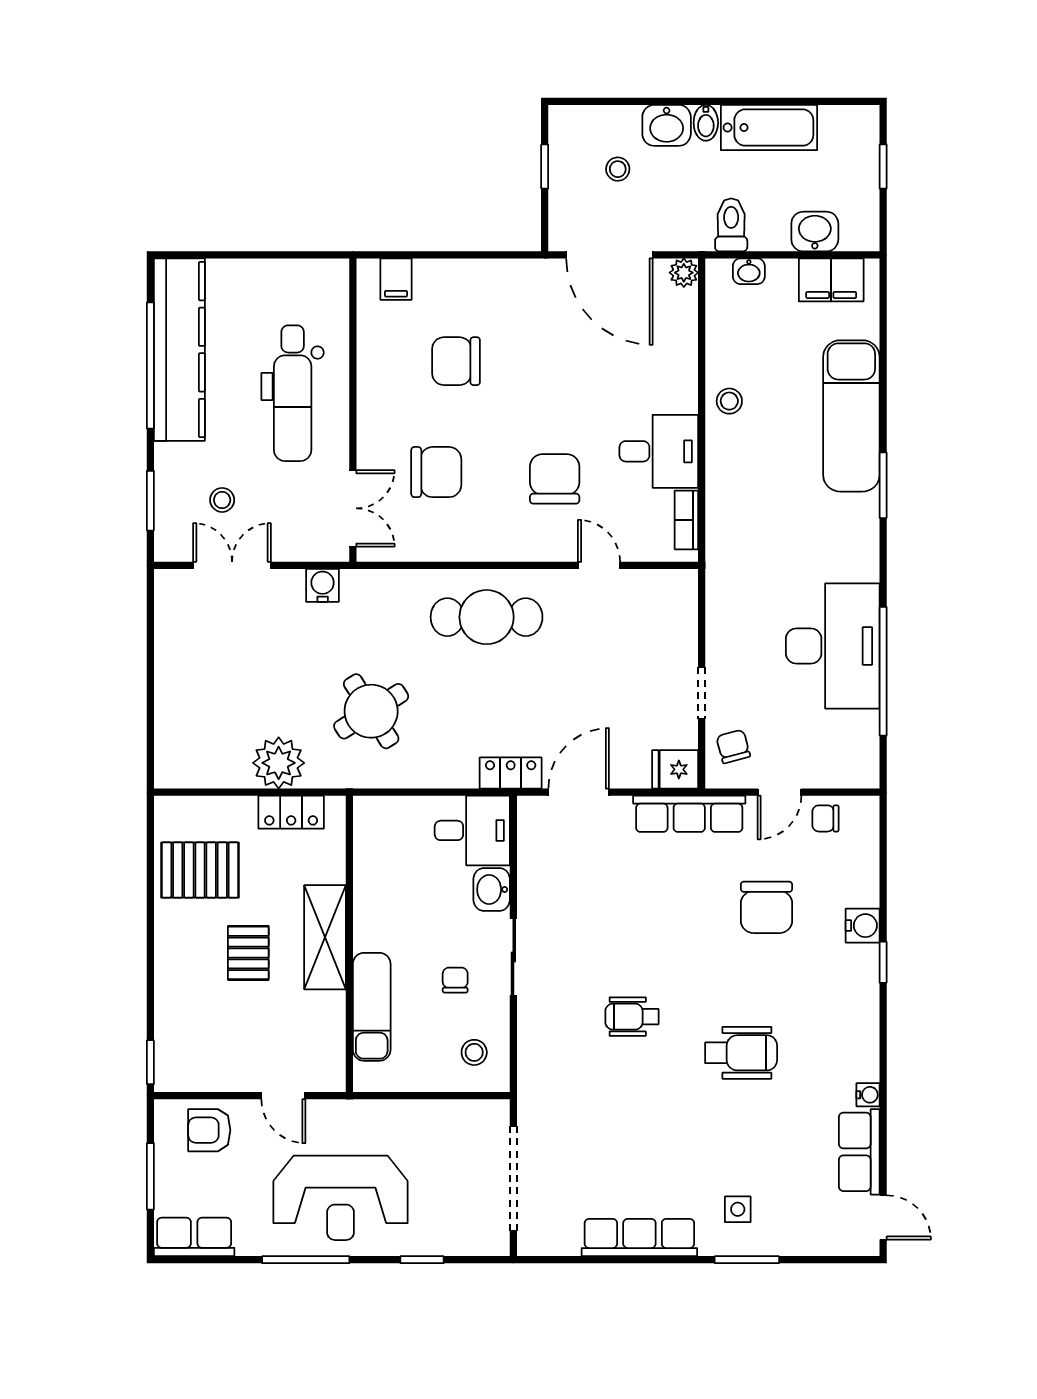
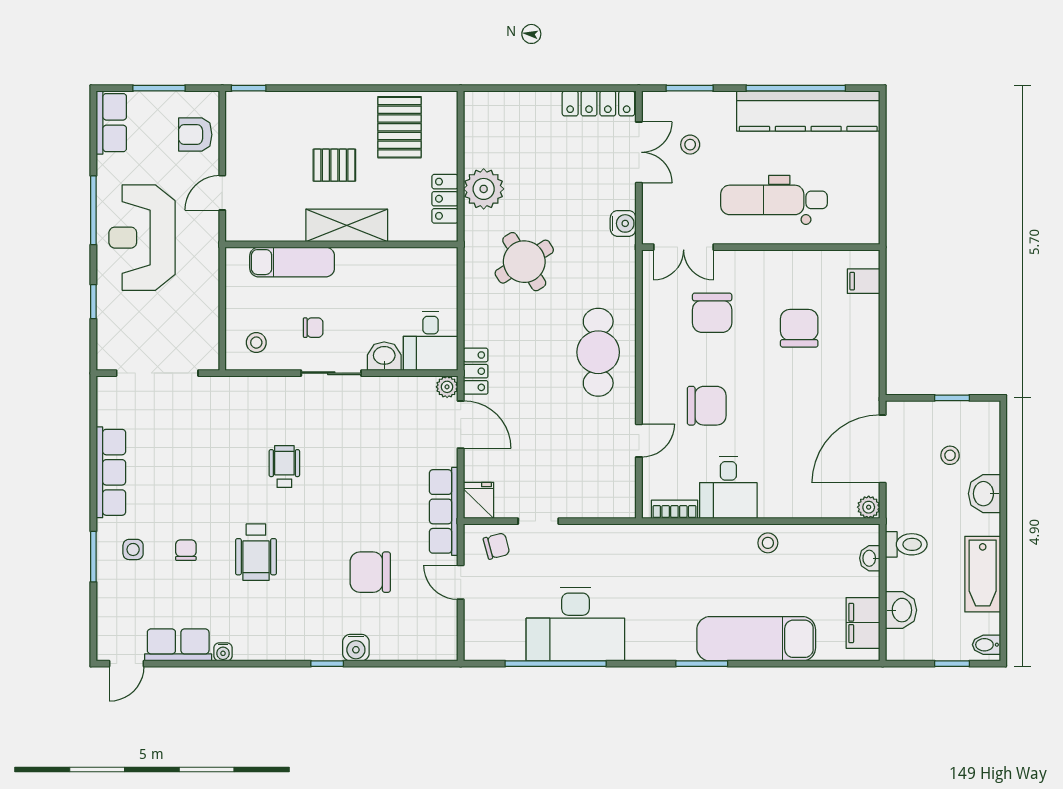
bidet: (706, 123) -> (986, 645), moved
locker: (170, 617) -> (598, 103), added
plant: (531, 810) -> (447, 387), added
chair: (826, 818) -> (186, 550), moved
armchair: (209, 1130) -> (195, 135), turned -90

